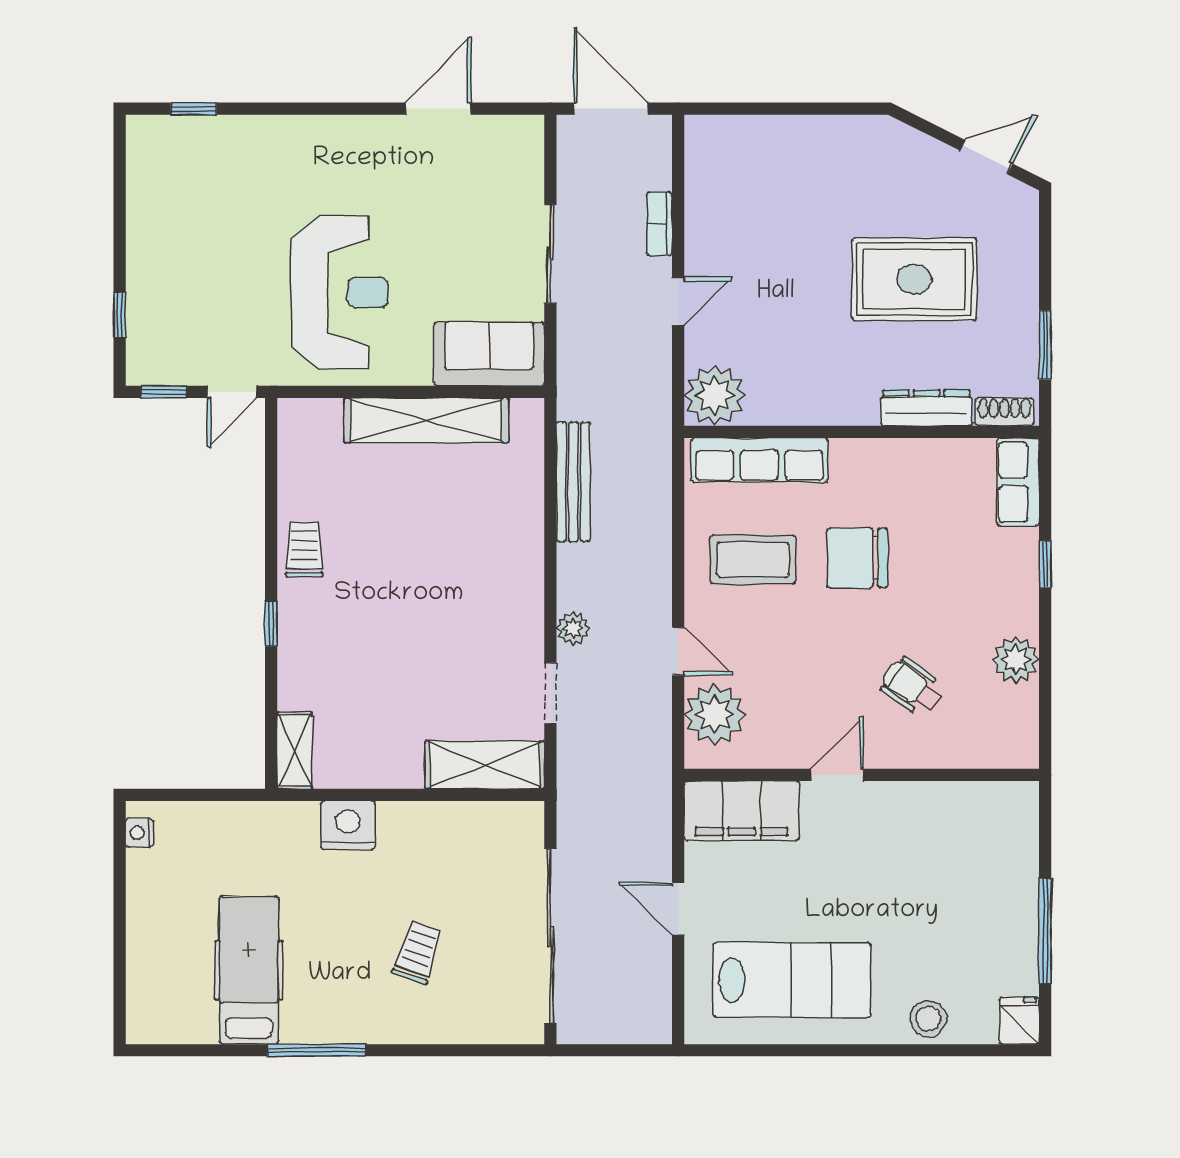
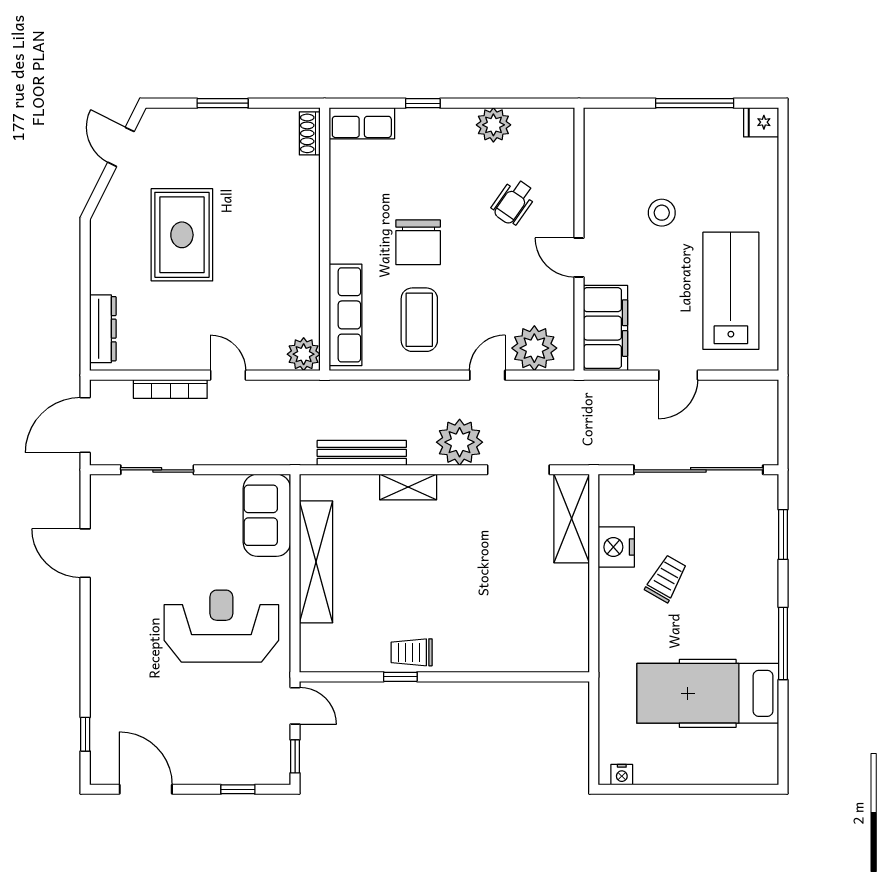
door: (120, 191) -> (146, 789), added
bookcase: (659, 224) -> (170, 389), width x1.56
sliding door: (550, 254) -> (157, 470), moved
rug: (914, 279) -> (182, 235), moved
window: (1045, 345) -> (223, 103), moved
plant: (715, 395) -> (304, 354), width x0.73, depth x0.73
dresser: (926, 408) -> (103, 329), moved, turned 180
window: (271, 624) -> (400, 677), moved
plant: (573, 628) -> (460, 442), width x1.87, depth x1.87
doorway: (550, 693) -> (518, 470), width x1.38
shelving: (294, 751) -> (408, 487), moved
nightstand: (348, 825) -> (616, 547), moved
trolley: (418, 952) -> (666, 579), moved, turned 101
hospital bed: (249, 970) -> (708, 693), width x1.37, depth x1.29
stool: (928, 1019) -> (662, 213), moved
window: (463, 1050) -> (783, 534), added

